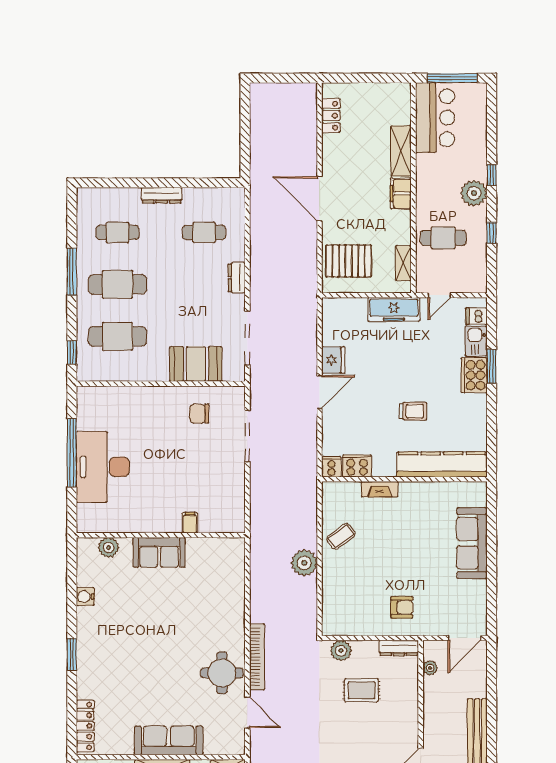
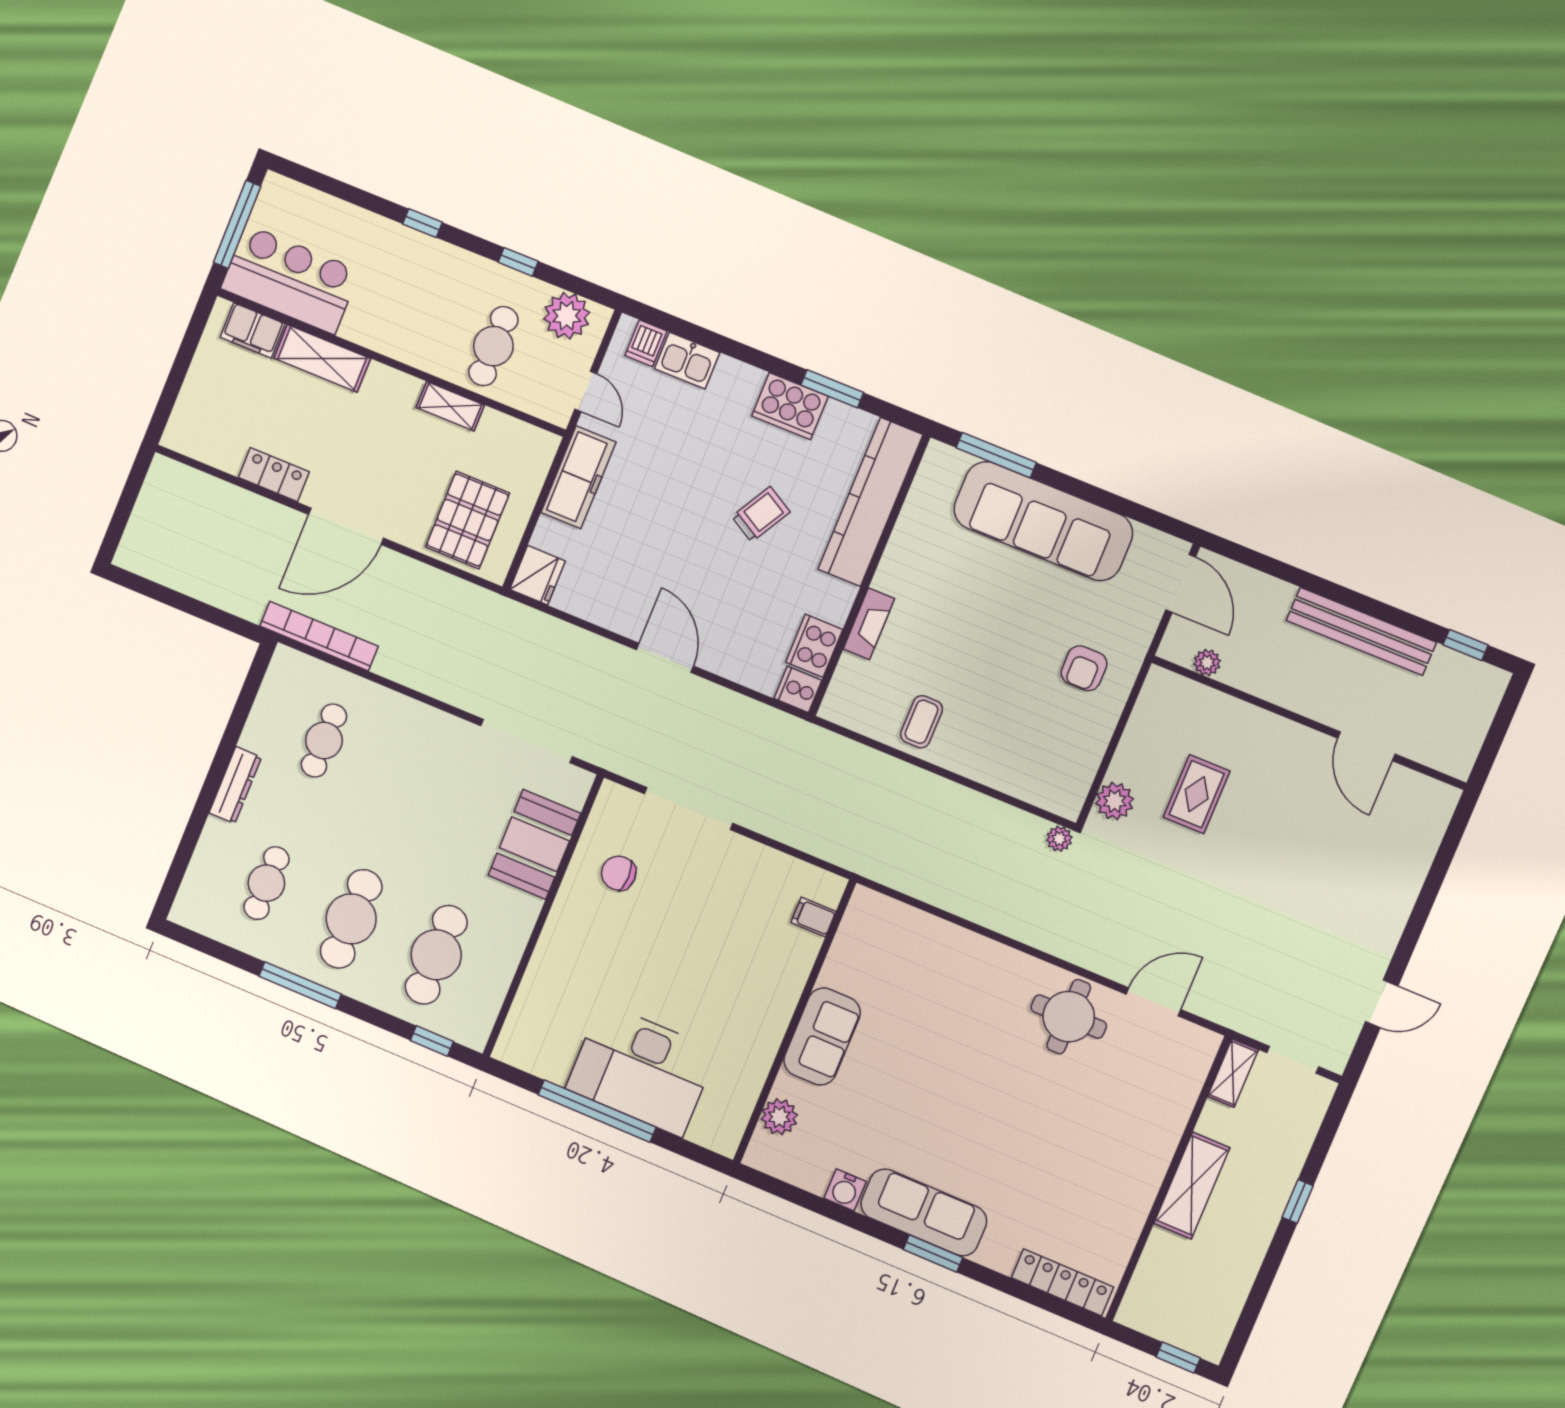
locker: (331, 116) -> (274, 475), moved
filing cabinet: (401, 193) -> (253, 330), moved
plant: (474, 193) -> (567, 316), moved
shelving: (403, 263) -> (450, 406), moved
dresser: (237, 278) -> (420, 717), removed
fridge: (333, 360) -> (537, 575), moved, turned 90
window: (492, 366) -> (832, 389), moved
cooker: (474, 375) -> (790, 406), moved
trolley: (413, 411) -> (761, 514), turned 30
chair: (199, 414) -> (619, 873), turned 90
window: (492, 518) -> (996, 455), added
filing cabinet: (190, 523) -> (813, 917), moved
coffee table: (341, 537) -> (922, 722), turned 36
sofa: (472, 543) -> (1043, 521), width x1.36, depth x1.27
plant: (304, 563) -> (1059, 839), moved, width x0.53, depth x0.53
armchair: (402, 607) -> (1084, 668), turned 180
dresser: (399, 648) -> (1151, 701), removed
bookcase: (257, 657) -> (319, 636), moved
sofa: (169, 740) -> (924, 1212), moved, turned 90

